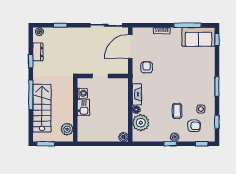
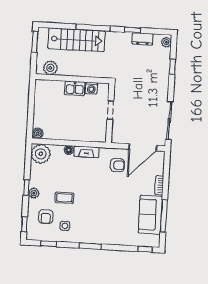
sofa: (198, 37) -> (150, 215), moved
door: (130, 47) -> (143, 147), swing flipped
plant: (141, 123) -> (41, 154), moved

